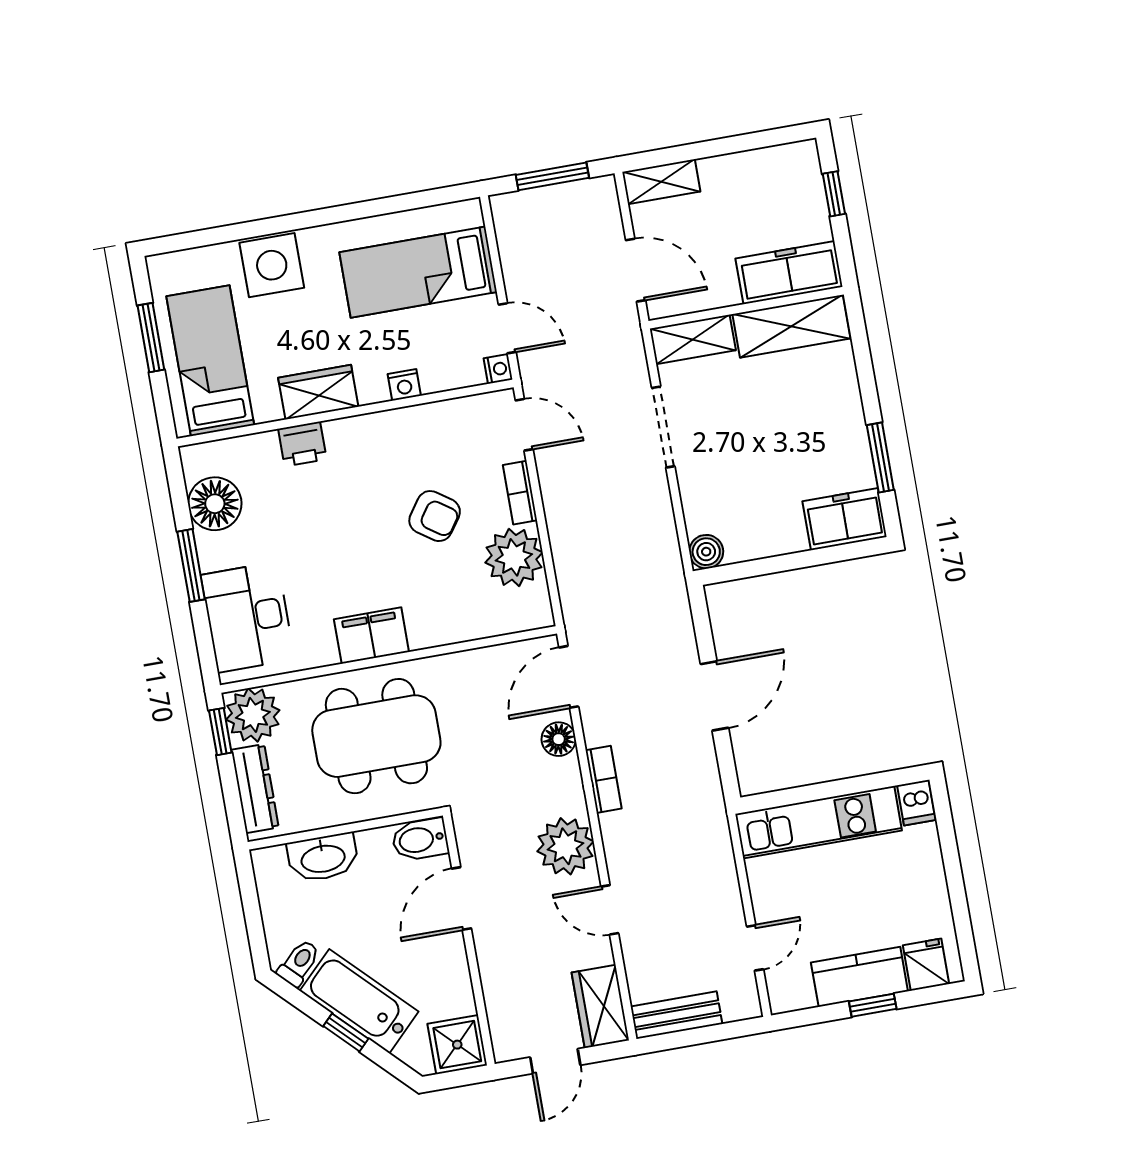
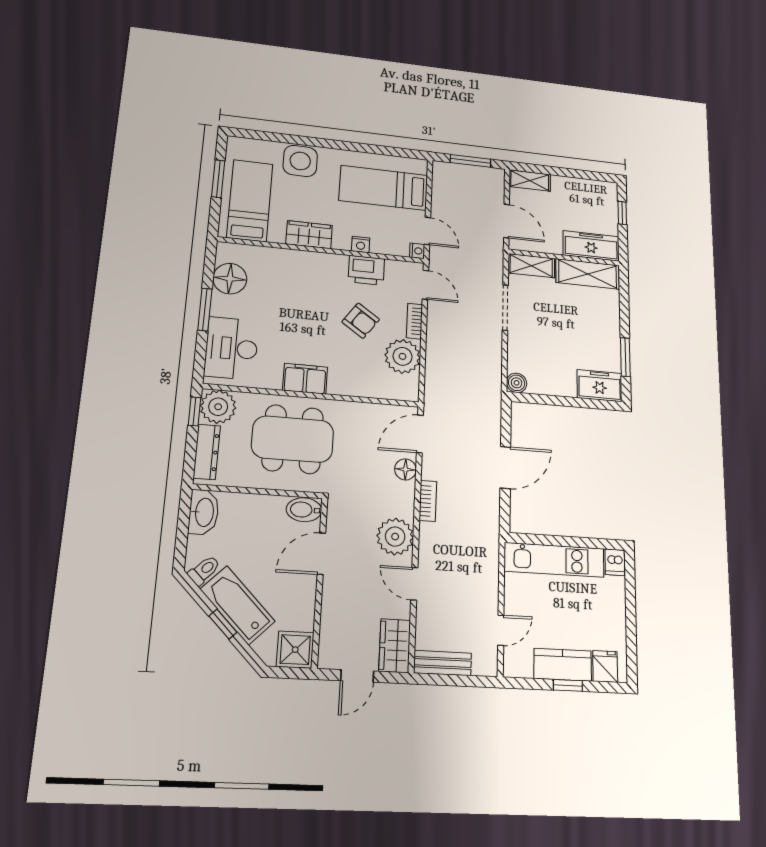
printer: (302, 444) -> (366, 270), moved, width x1.36, depth x1.24
washbasin: (323, 858) -> (204, 512), moved, turned -90

